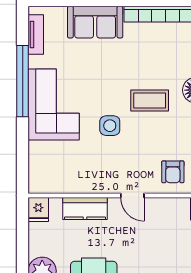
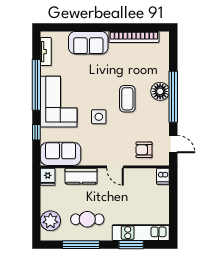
coffee table: (150, 100) -> (127, 99), turned 90
window: (23, 147) -> (36, 132), added
armchair: (173, 172) -> (144, 150), turned 90
sofa: (56, 177) -> (61, 154), added

